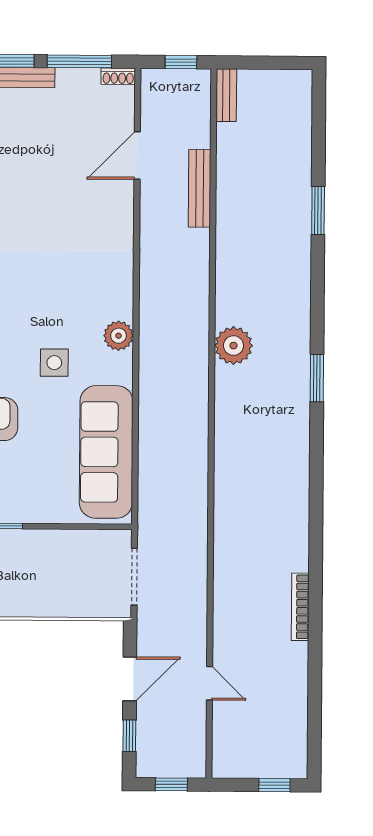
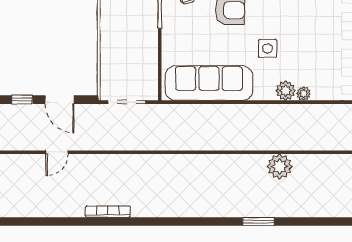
plant: (123, 308) -> (304, 94), added

